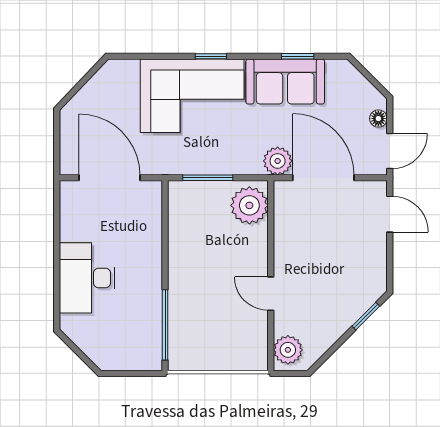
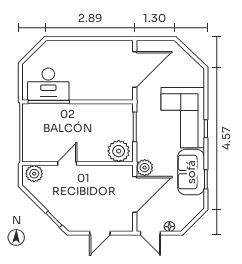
door: (390, 214) -> (100, 233), moved
desk: (87, 278) -> (48, 84), moved, turned 180

